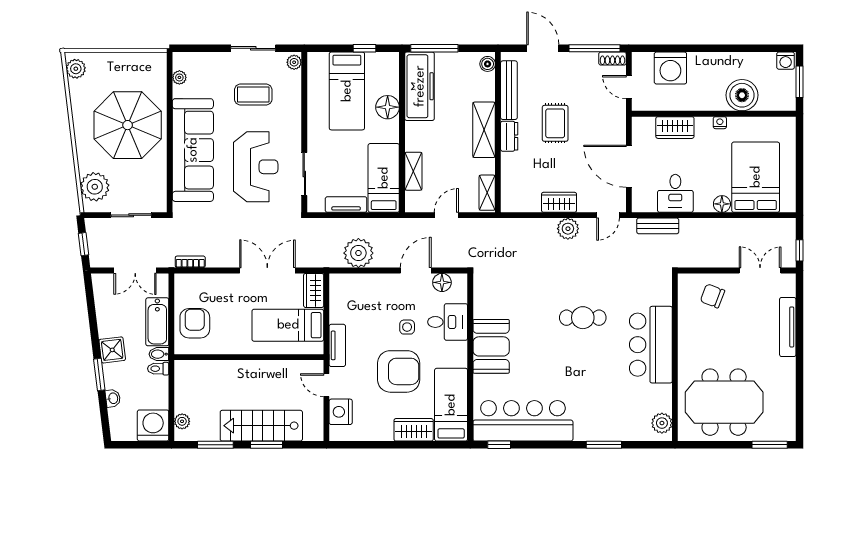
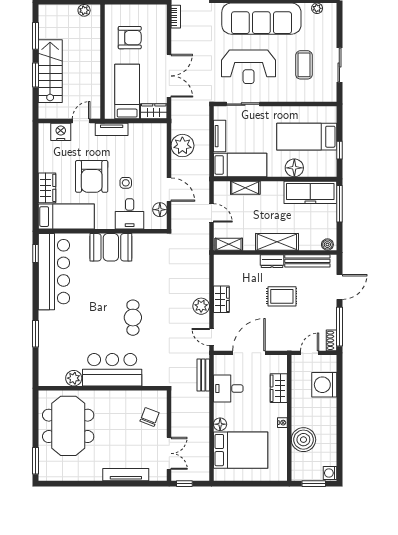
plant: (294, 62) -> (329, 96), removed
armchair: (195, 323) -> (130, 38), moved
plant: (182, 421) -> (84, 10), moved
plant: (662, 423) -> (74, 378), moved

